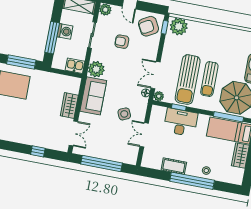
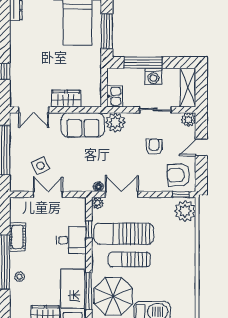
armchair: (149, 26) -> (179, 175), turned -64
side table: (124, 114) -> (40, 166), moved
desk: (181, 122) -> (71, 240), width x0.73

